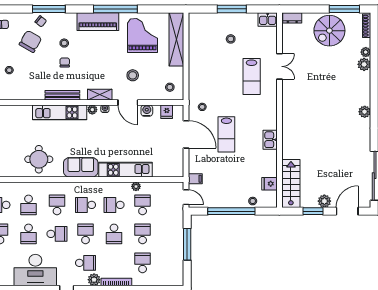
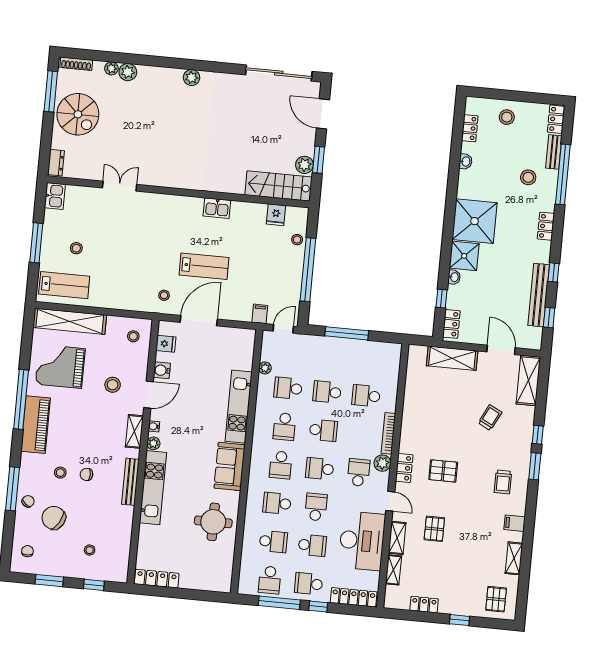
lab bench: (252, 77) -> (64, 285), moved
plant: (136, 186) -> (265, 368), moved
plant: (324, 201) -> (304, 165), moved

